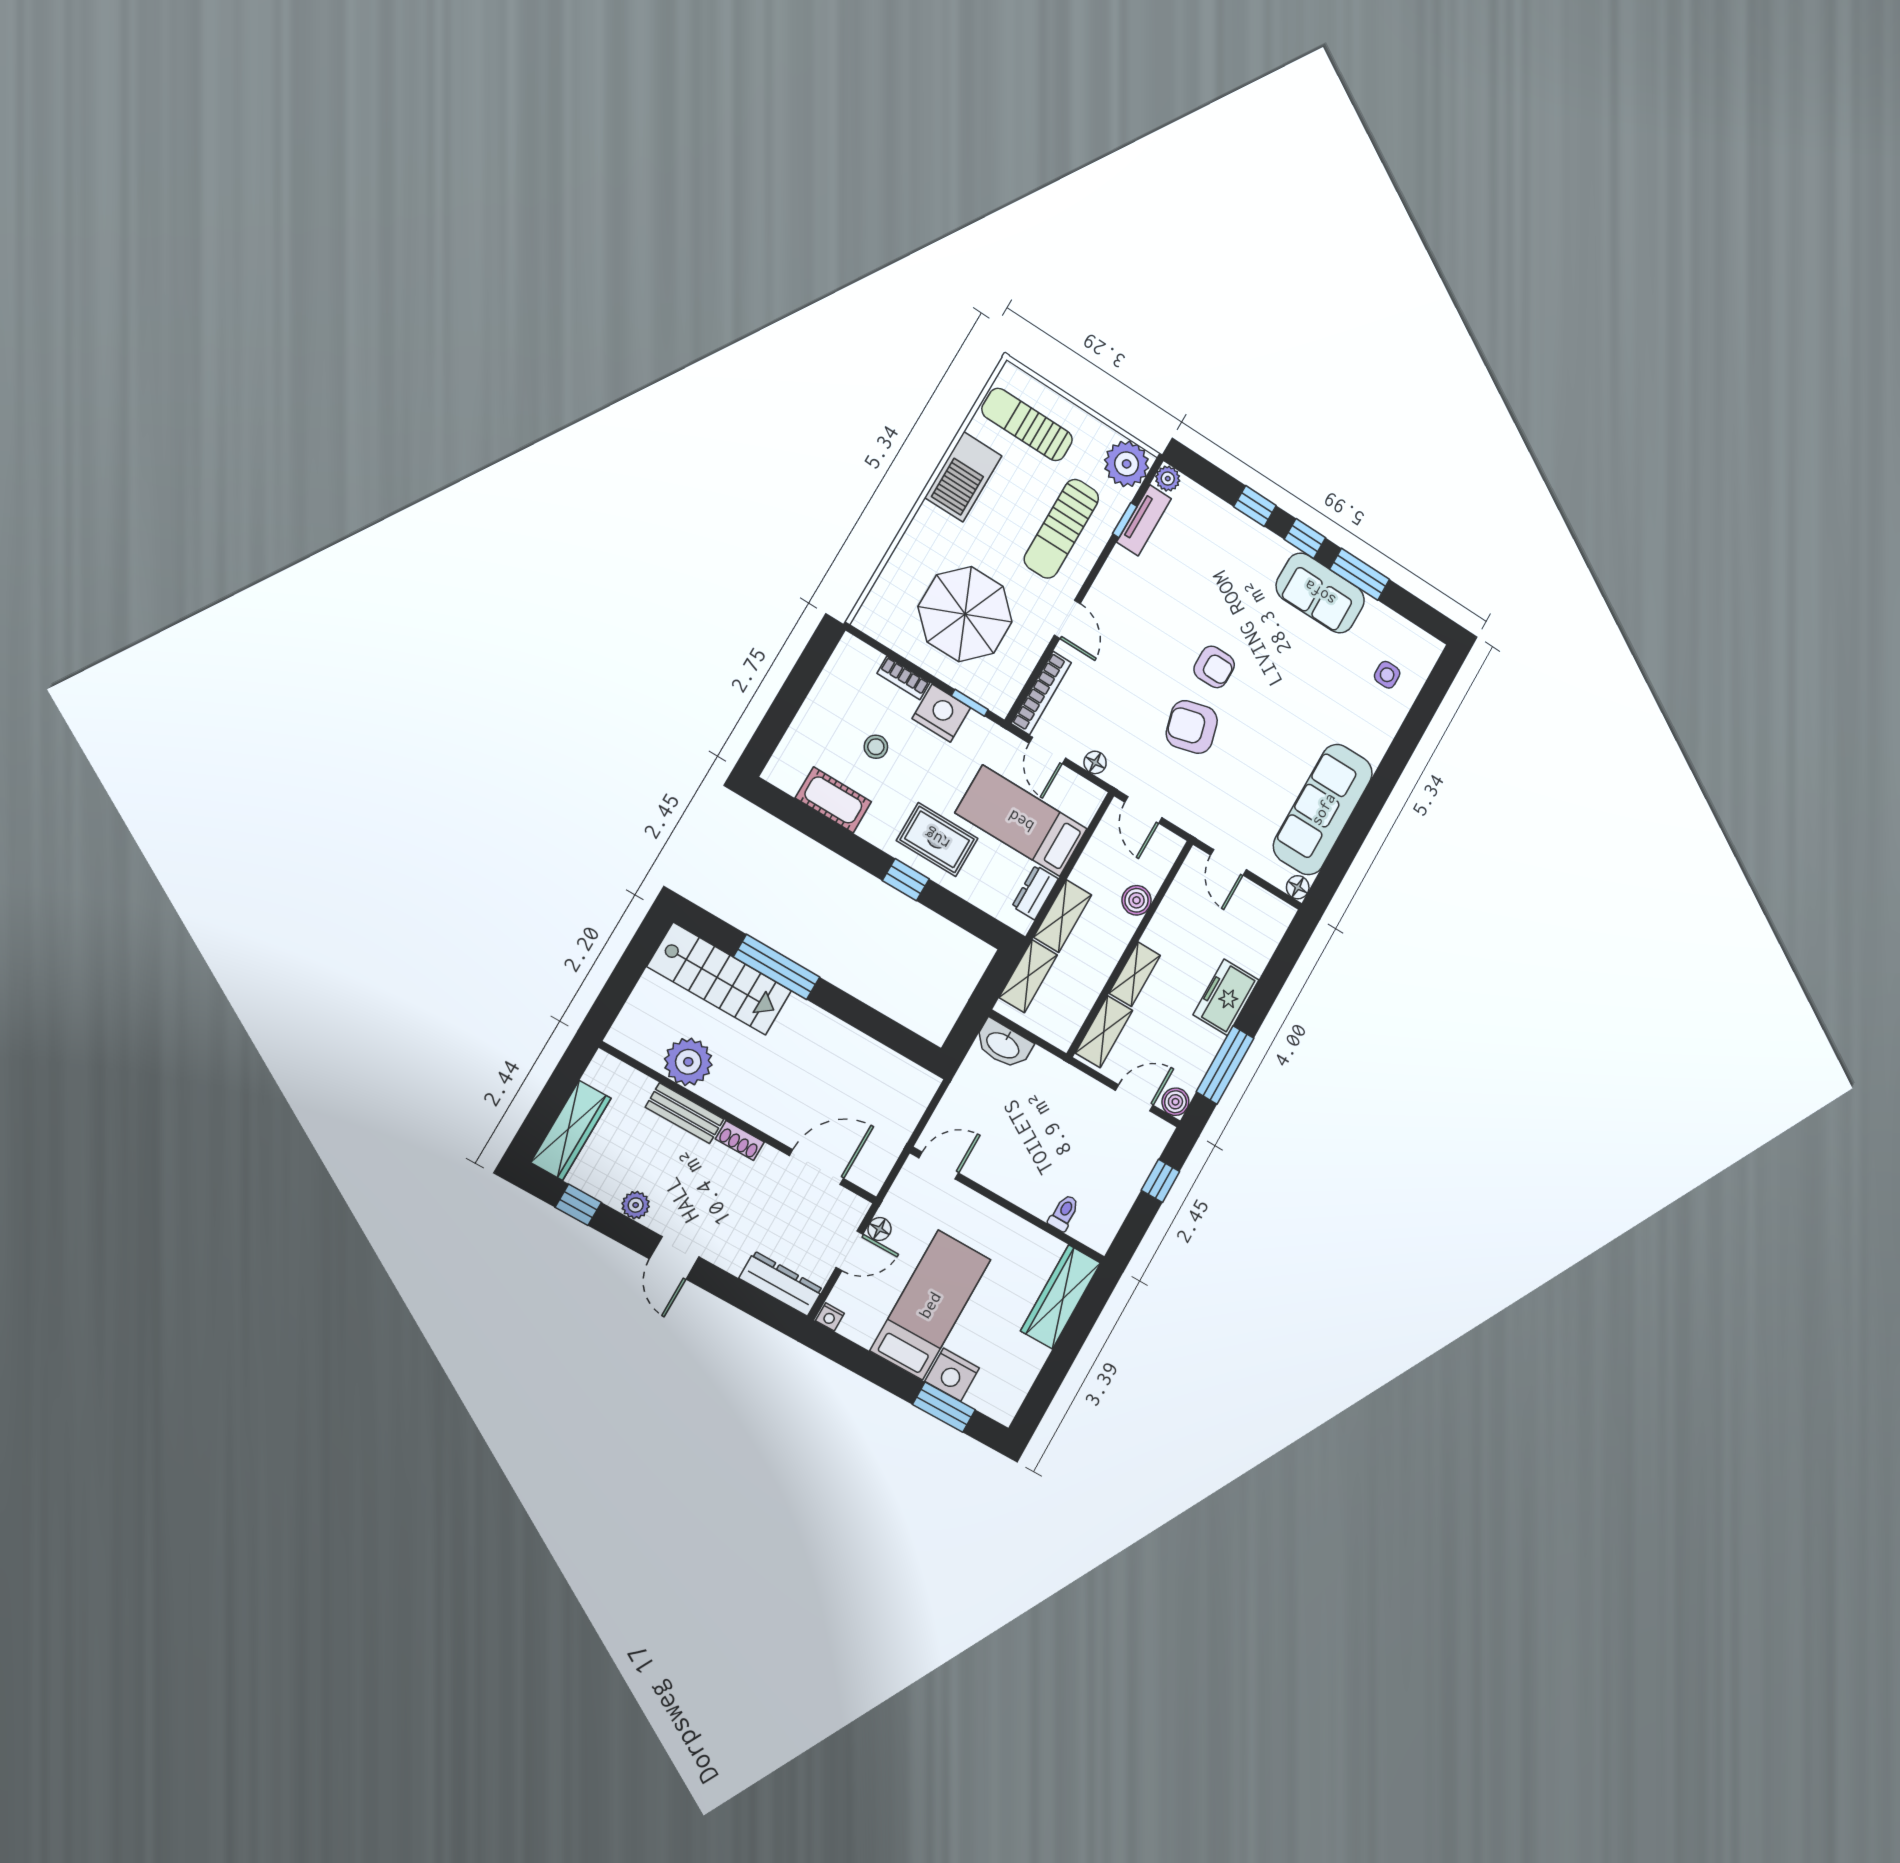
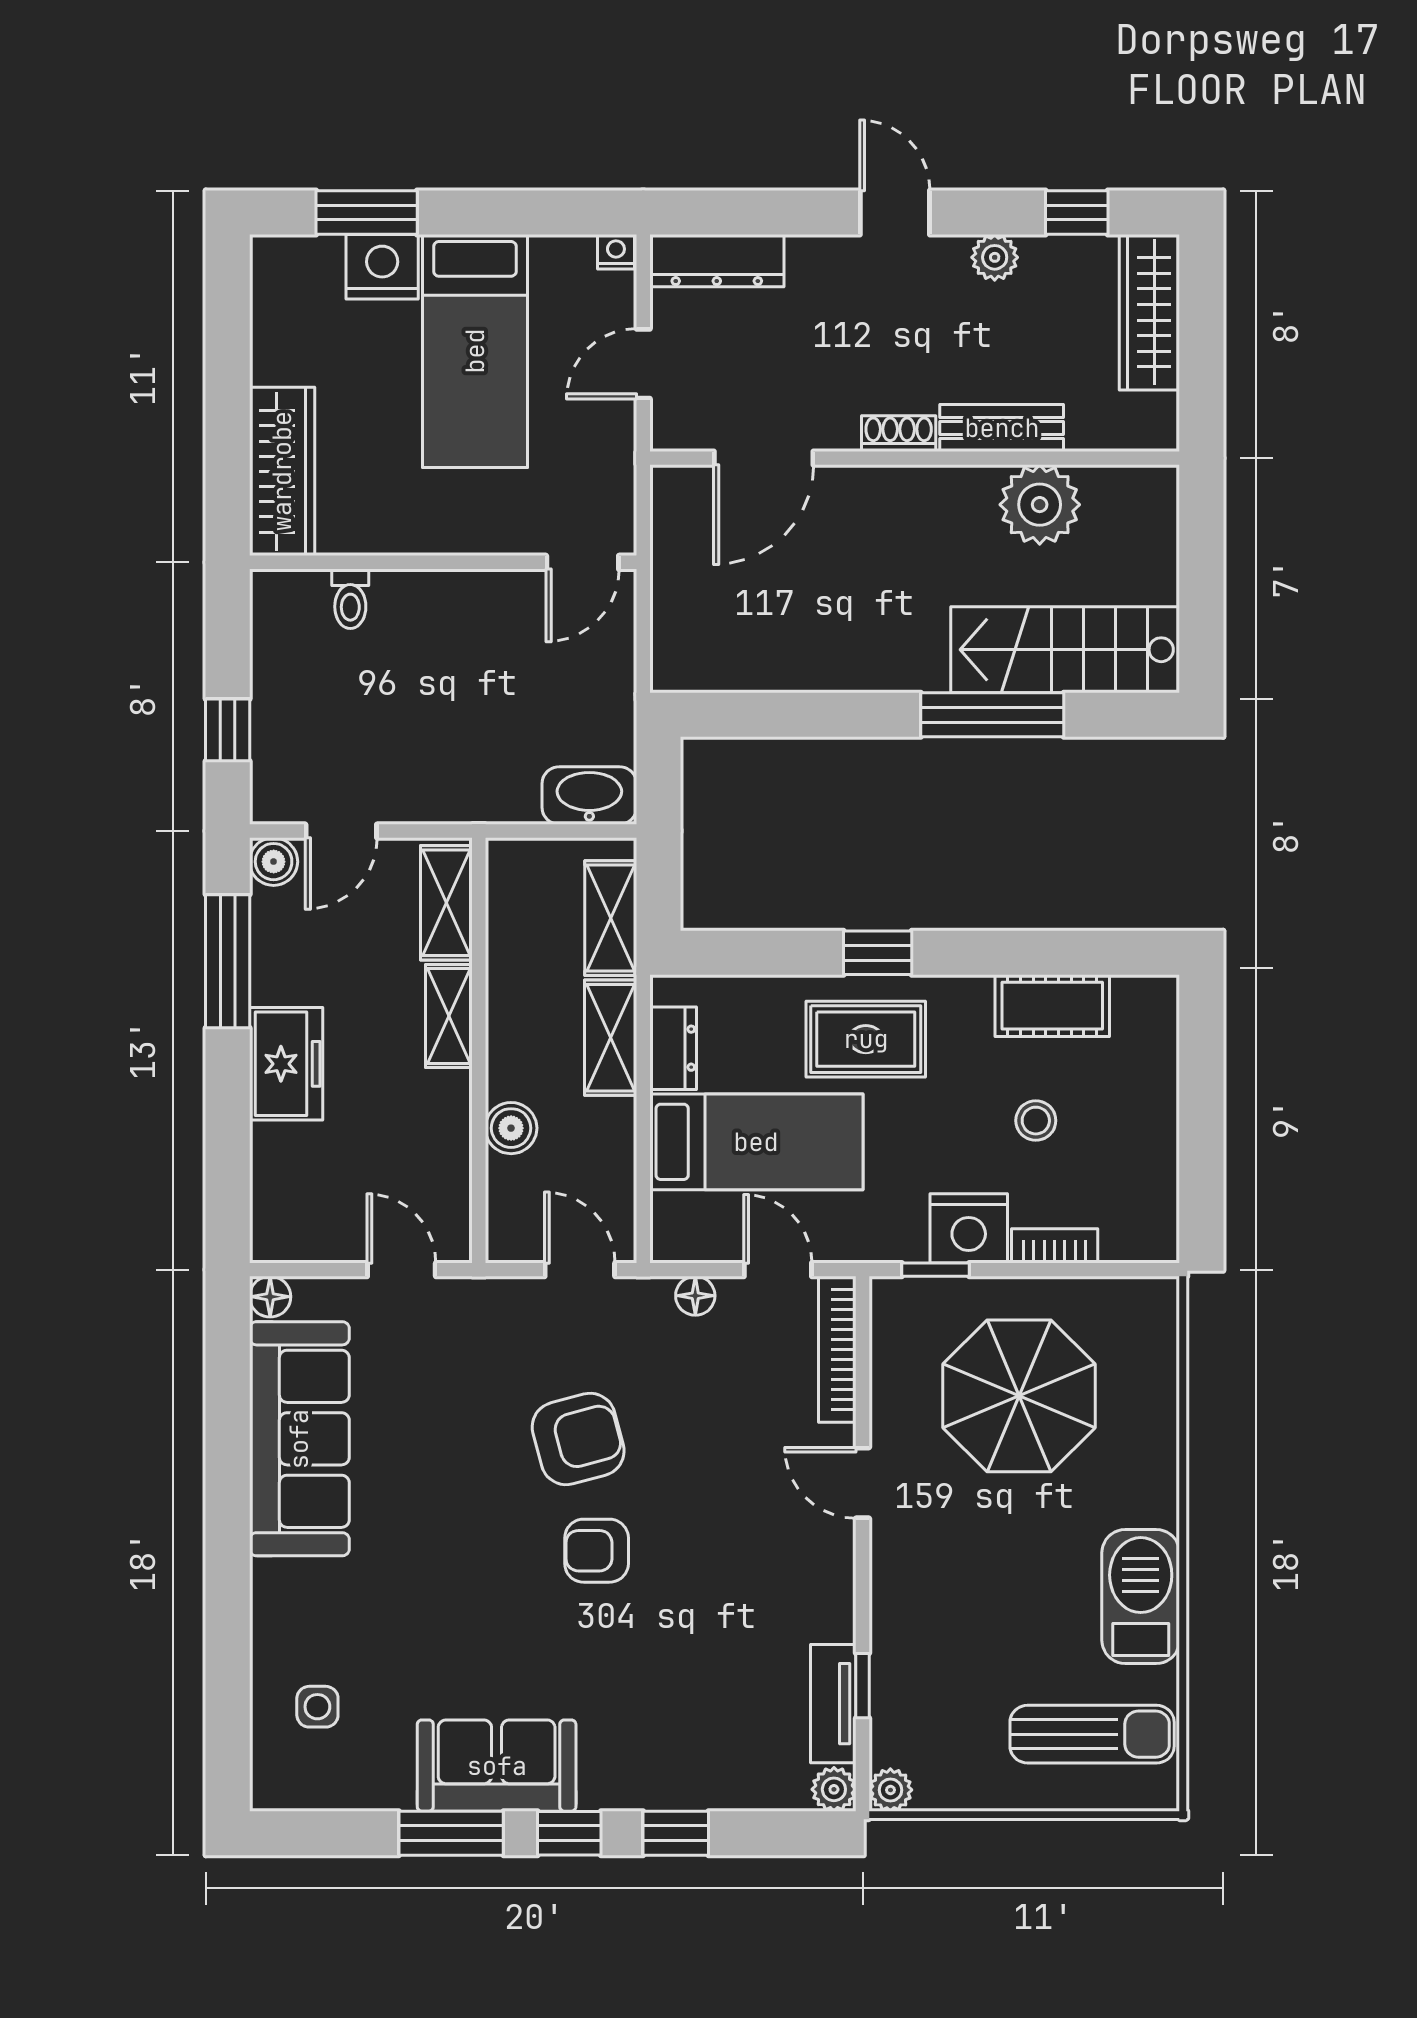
plant: (1127, 464) -> (890, 1790), width x0.53, depth x0.53
sun lounger: (1061, 529) -> (950, 1612), removed
floor lamp: (879, 1229) -> (617, 420), removed

